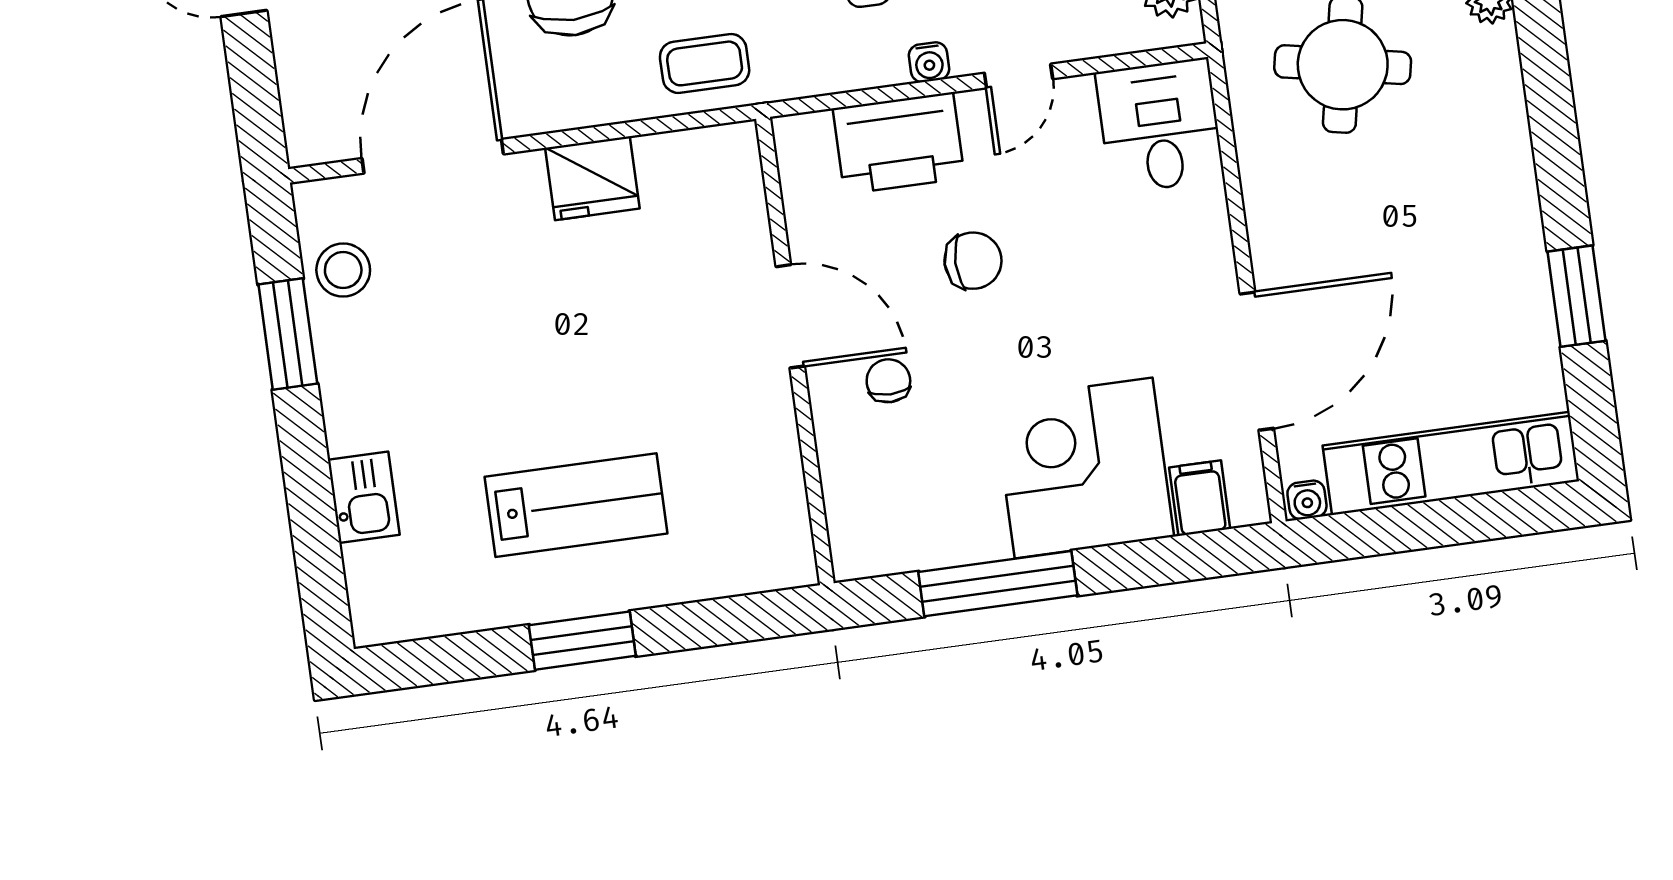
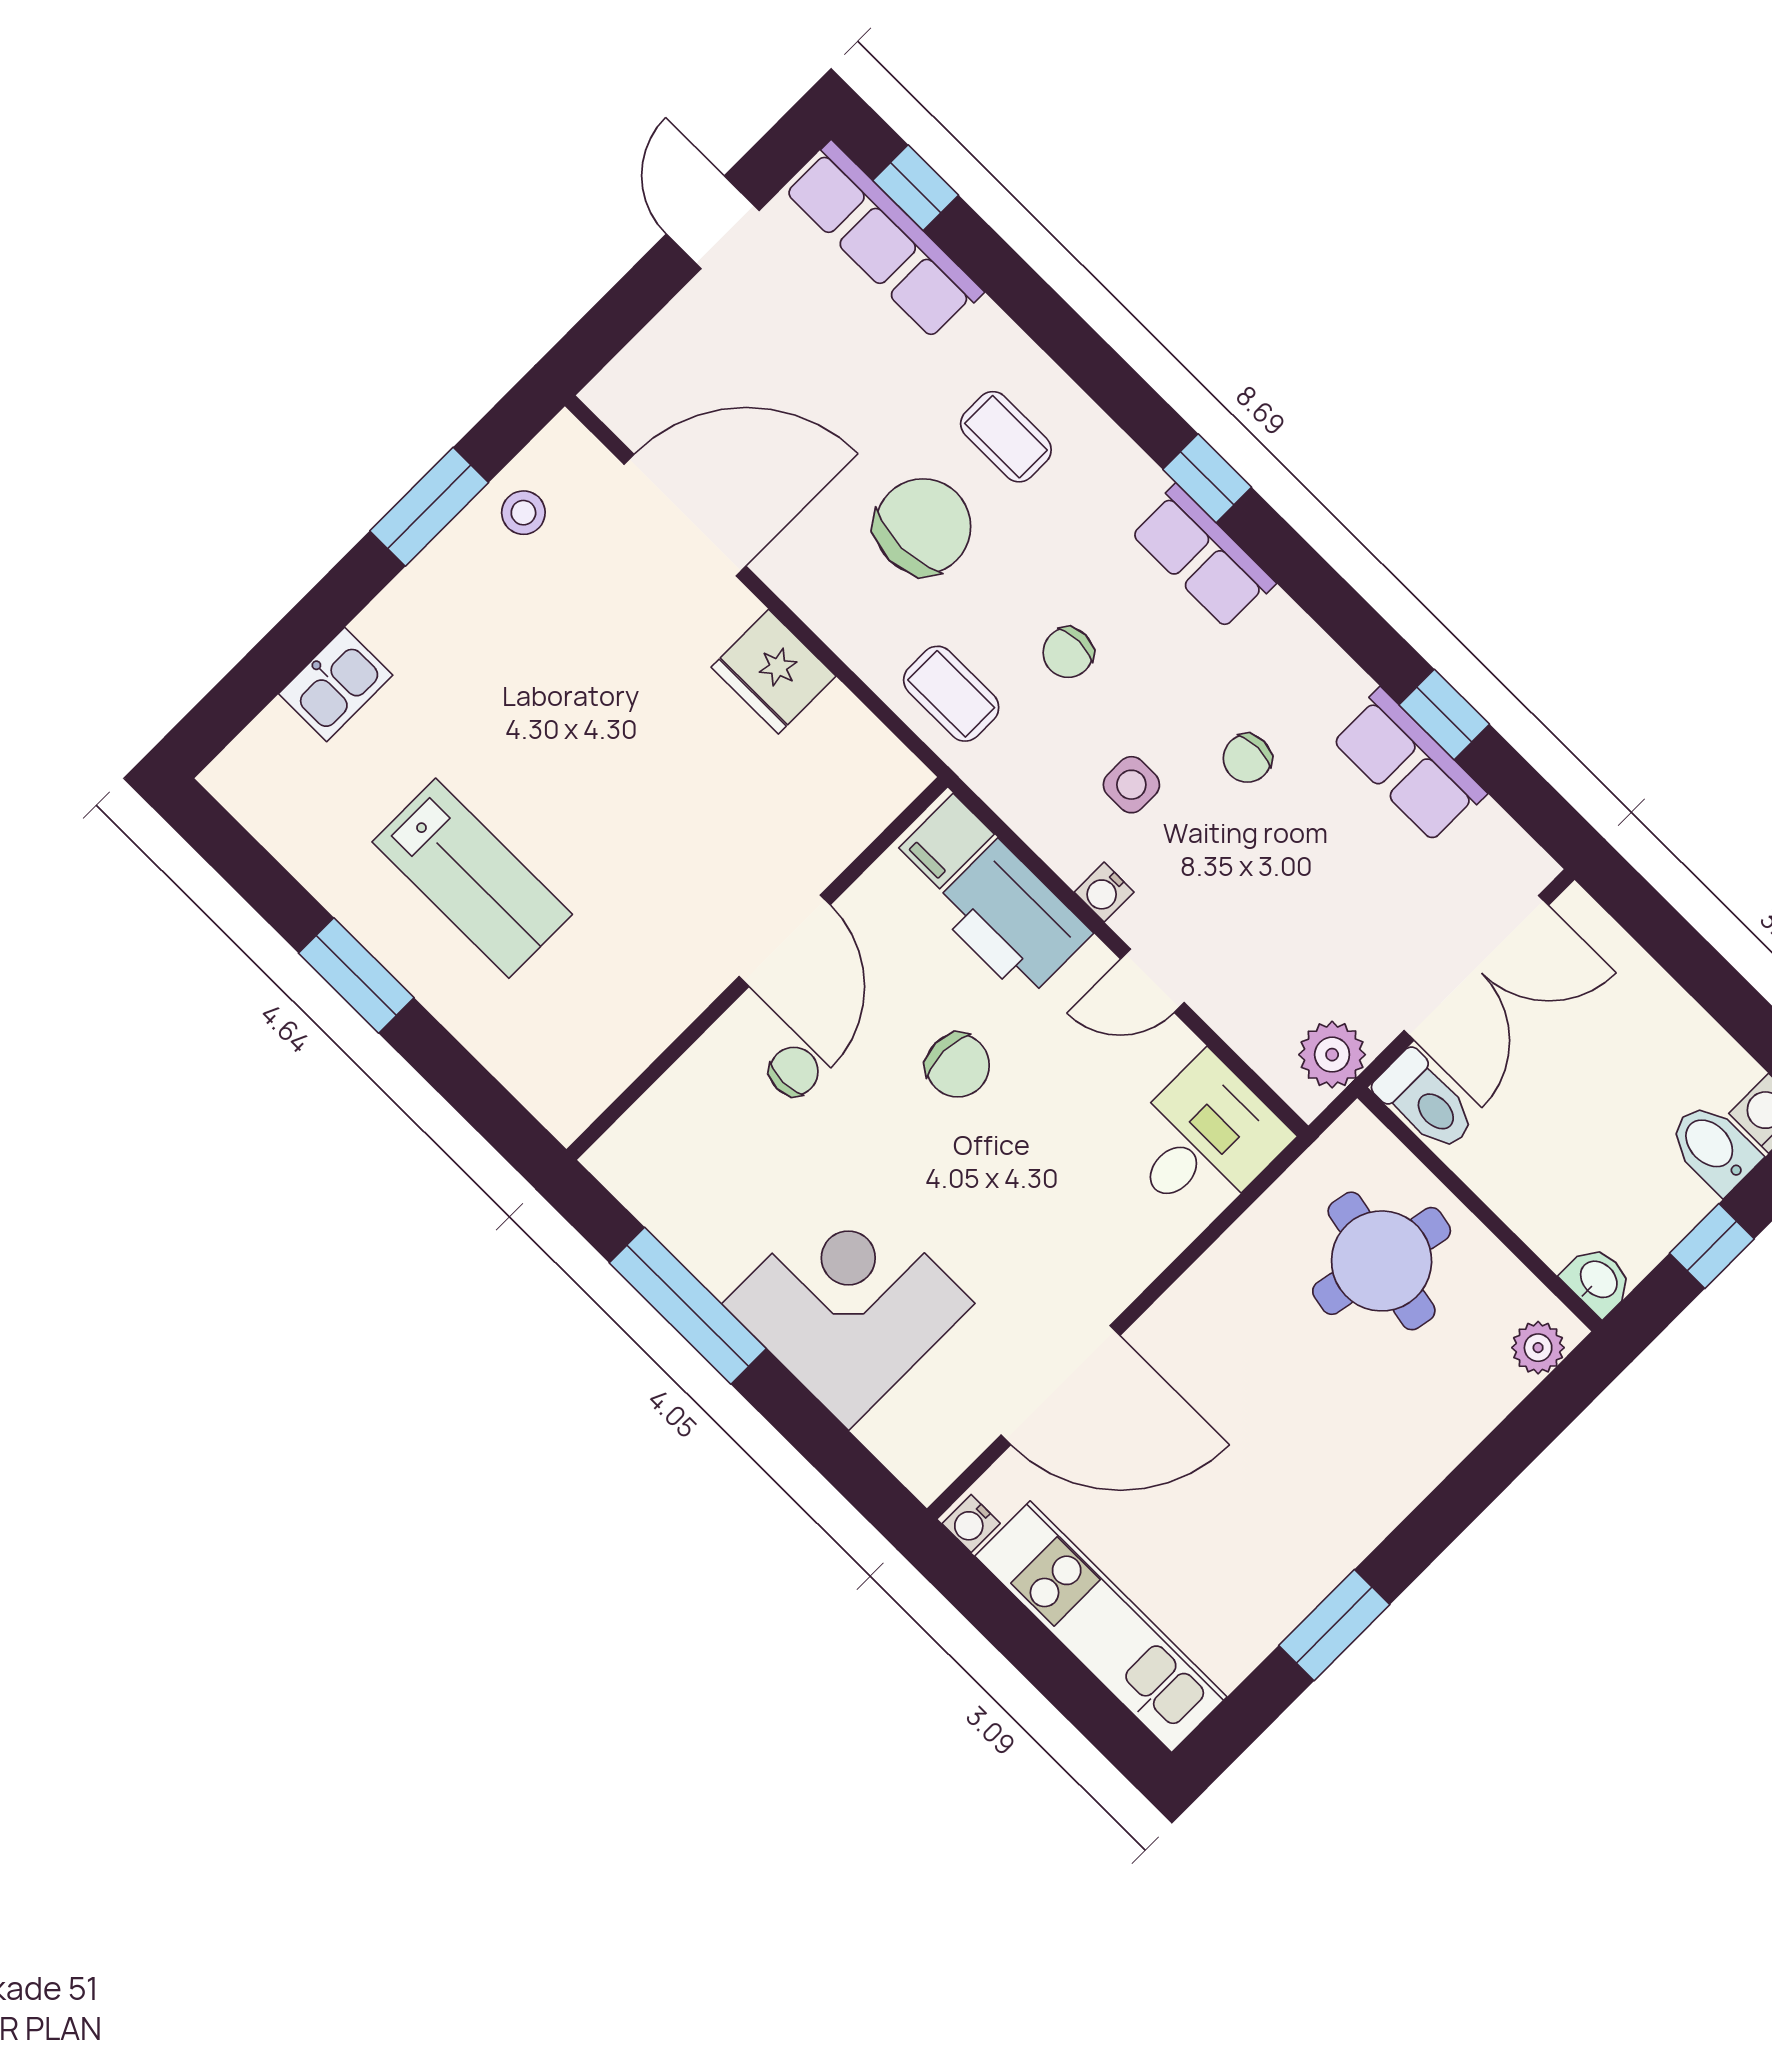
stool: (343, 270) -> (523, 513), width x0.73, depth x0.73
filing cabinet: (1200, 498) -> (946, 841), moved, turned 180

